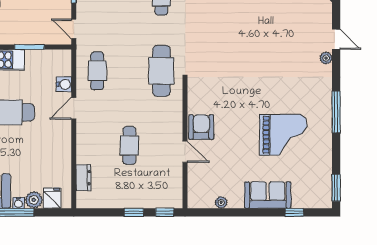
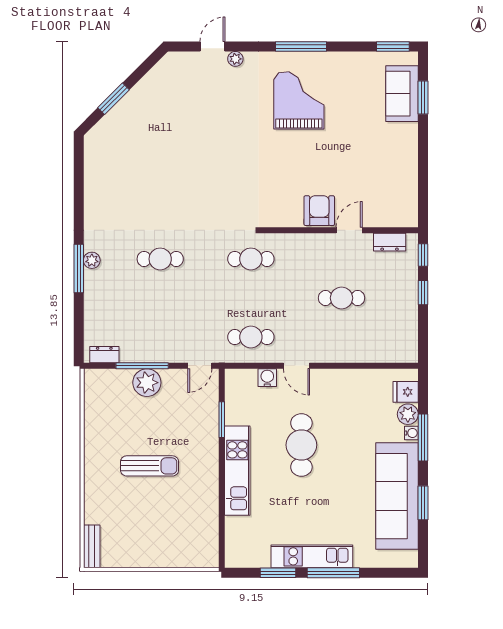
cafe table: (161, 71) -> (251, 259), width x0.73, depth x0.74
armchair: (201, 127) -> (319, 211), turned 90
grand piano: (283, 135) -> (299, 100), moved
dresser: (83, 178) -> (390, 242), moved, turned 180
sofa: (268, 195) -> (402, 94), moved
plant: (221, 202) -> (411, 186), removed
window: (294, 212) -> (423, 97), width x1.50

